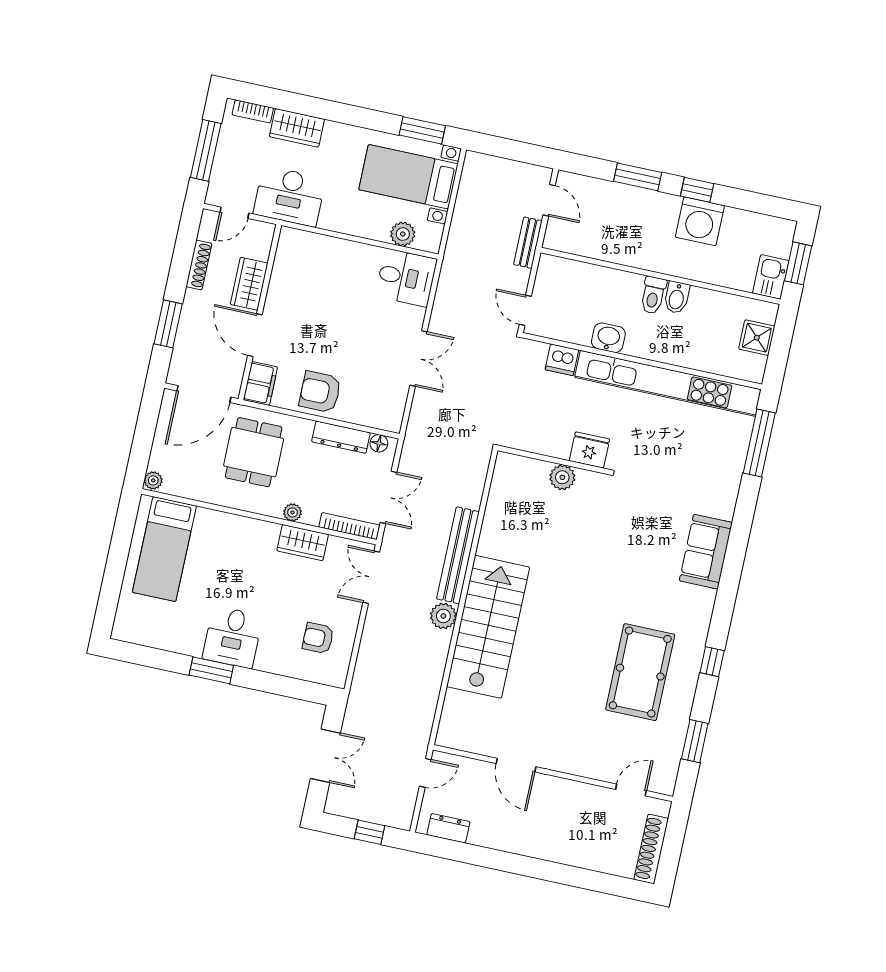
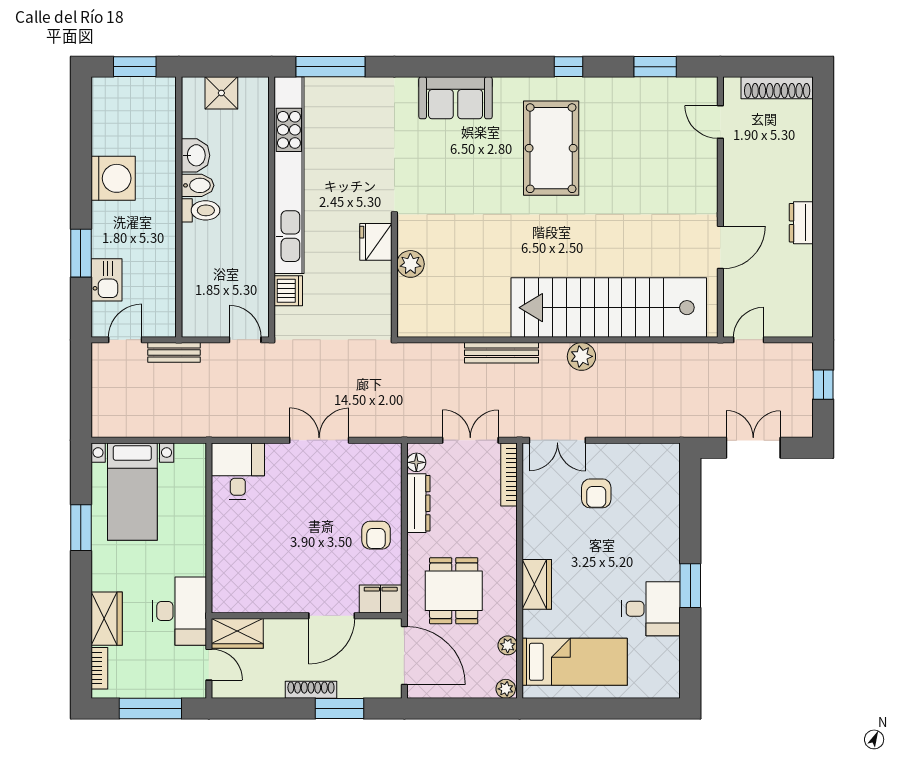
window: (422, 130) -> (81, 528), moved
window: (697, 190) -> (81, 188), removed
plant: (403, 234) -> (193, 485), removed
shoe rack: (199, 265) -> (311, 690), moved
kitchen sink: (771, 277) -> (106, 280), moved, turned -90
wardrobe: (249, 284) -> (237, 633), moved
door: (525, 310) -> (245, 340), swing flipped
washbasin: (608, 338) -> (195, 155), moved, turned 180
armchair: (320, 392) -> (376, 535), width x0.72, depth x0.72
dining table: (254, 452) -> (454, 591), turned 90
plant: (292, 512) -> (508, 645), moved
wardrobe: (303, 543) -> (537, 584), moved
bench: (458, 555) -> (502, 353), width x0.73, depth x0.82
stairs: (488, 627) -> (609, 308), width x1.36
desk: (233, 637) -> (651, 609), moved
armchair: (318, 638) -> (596, 493), moved
pool table: (640, 672) -> (551, 148), moved, turned 90
door: (425, 773) -> (749, 340), hinge flipped
dresser: (448, 828) -> (801, 223), moved

